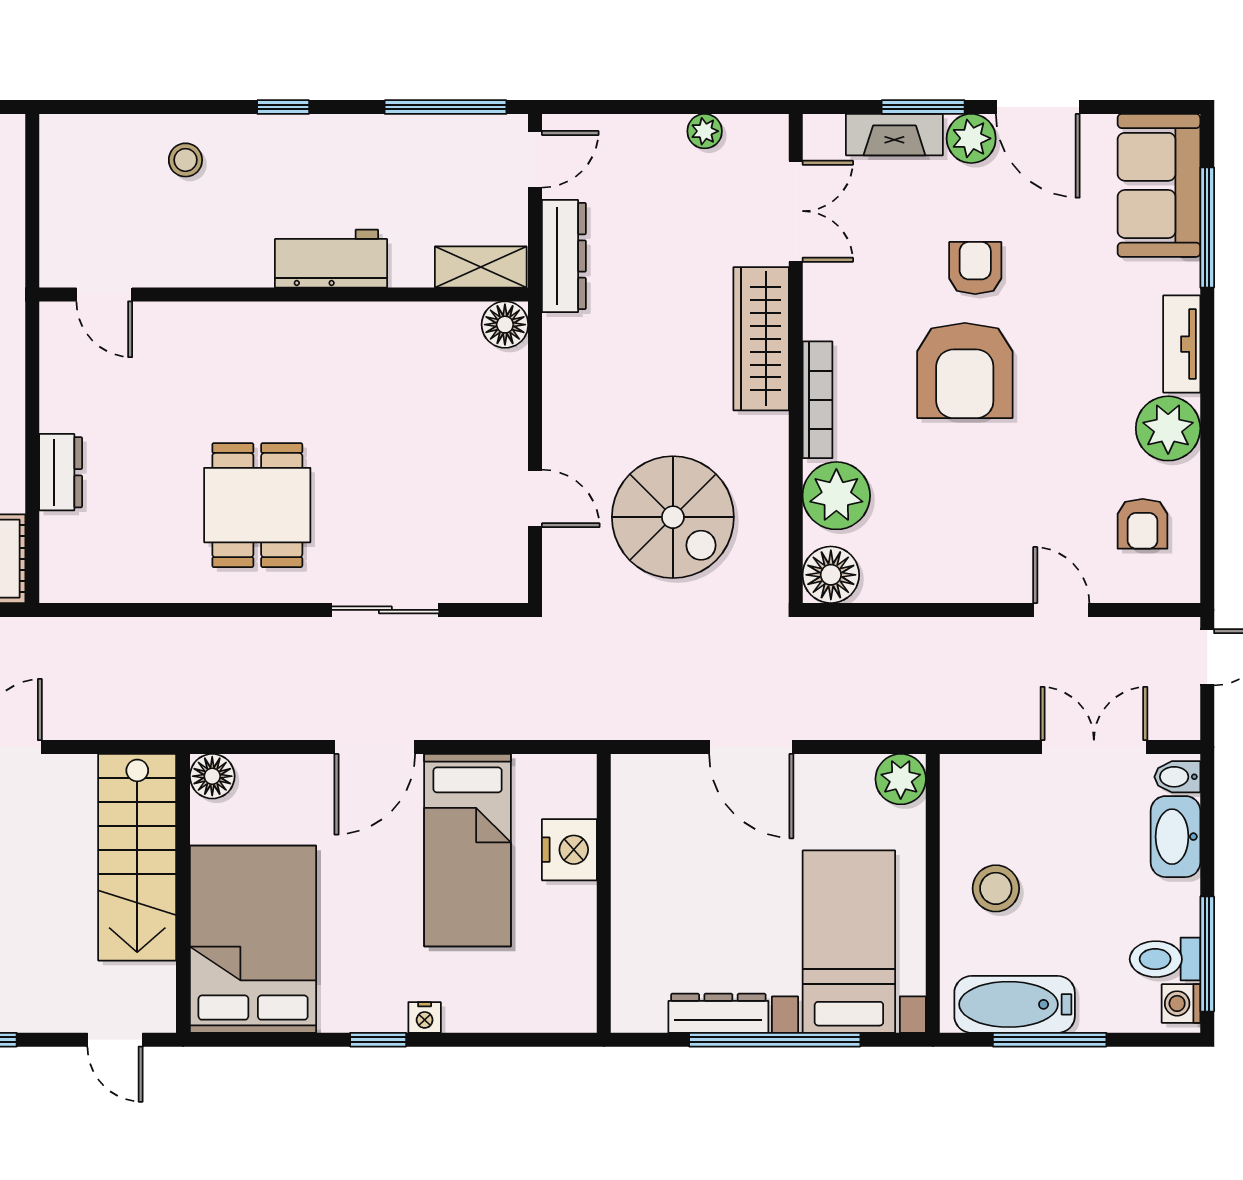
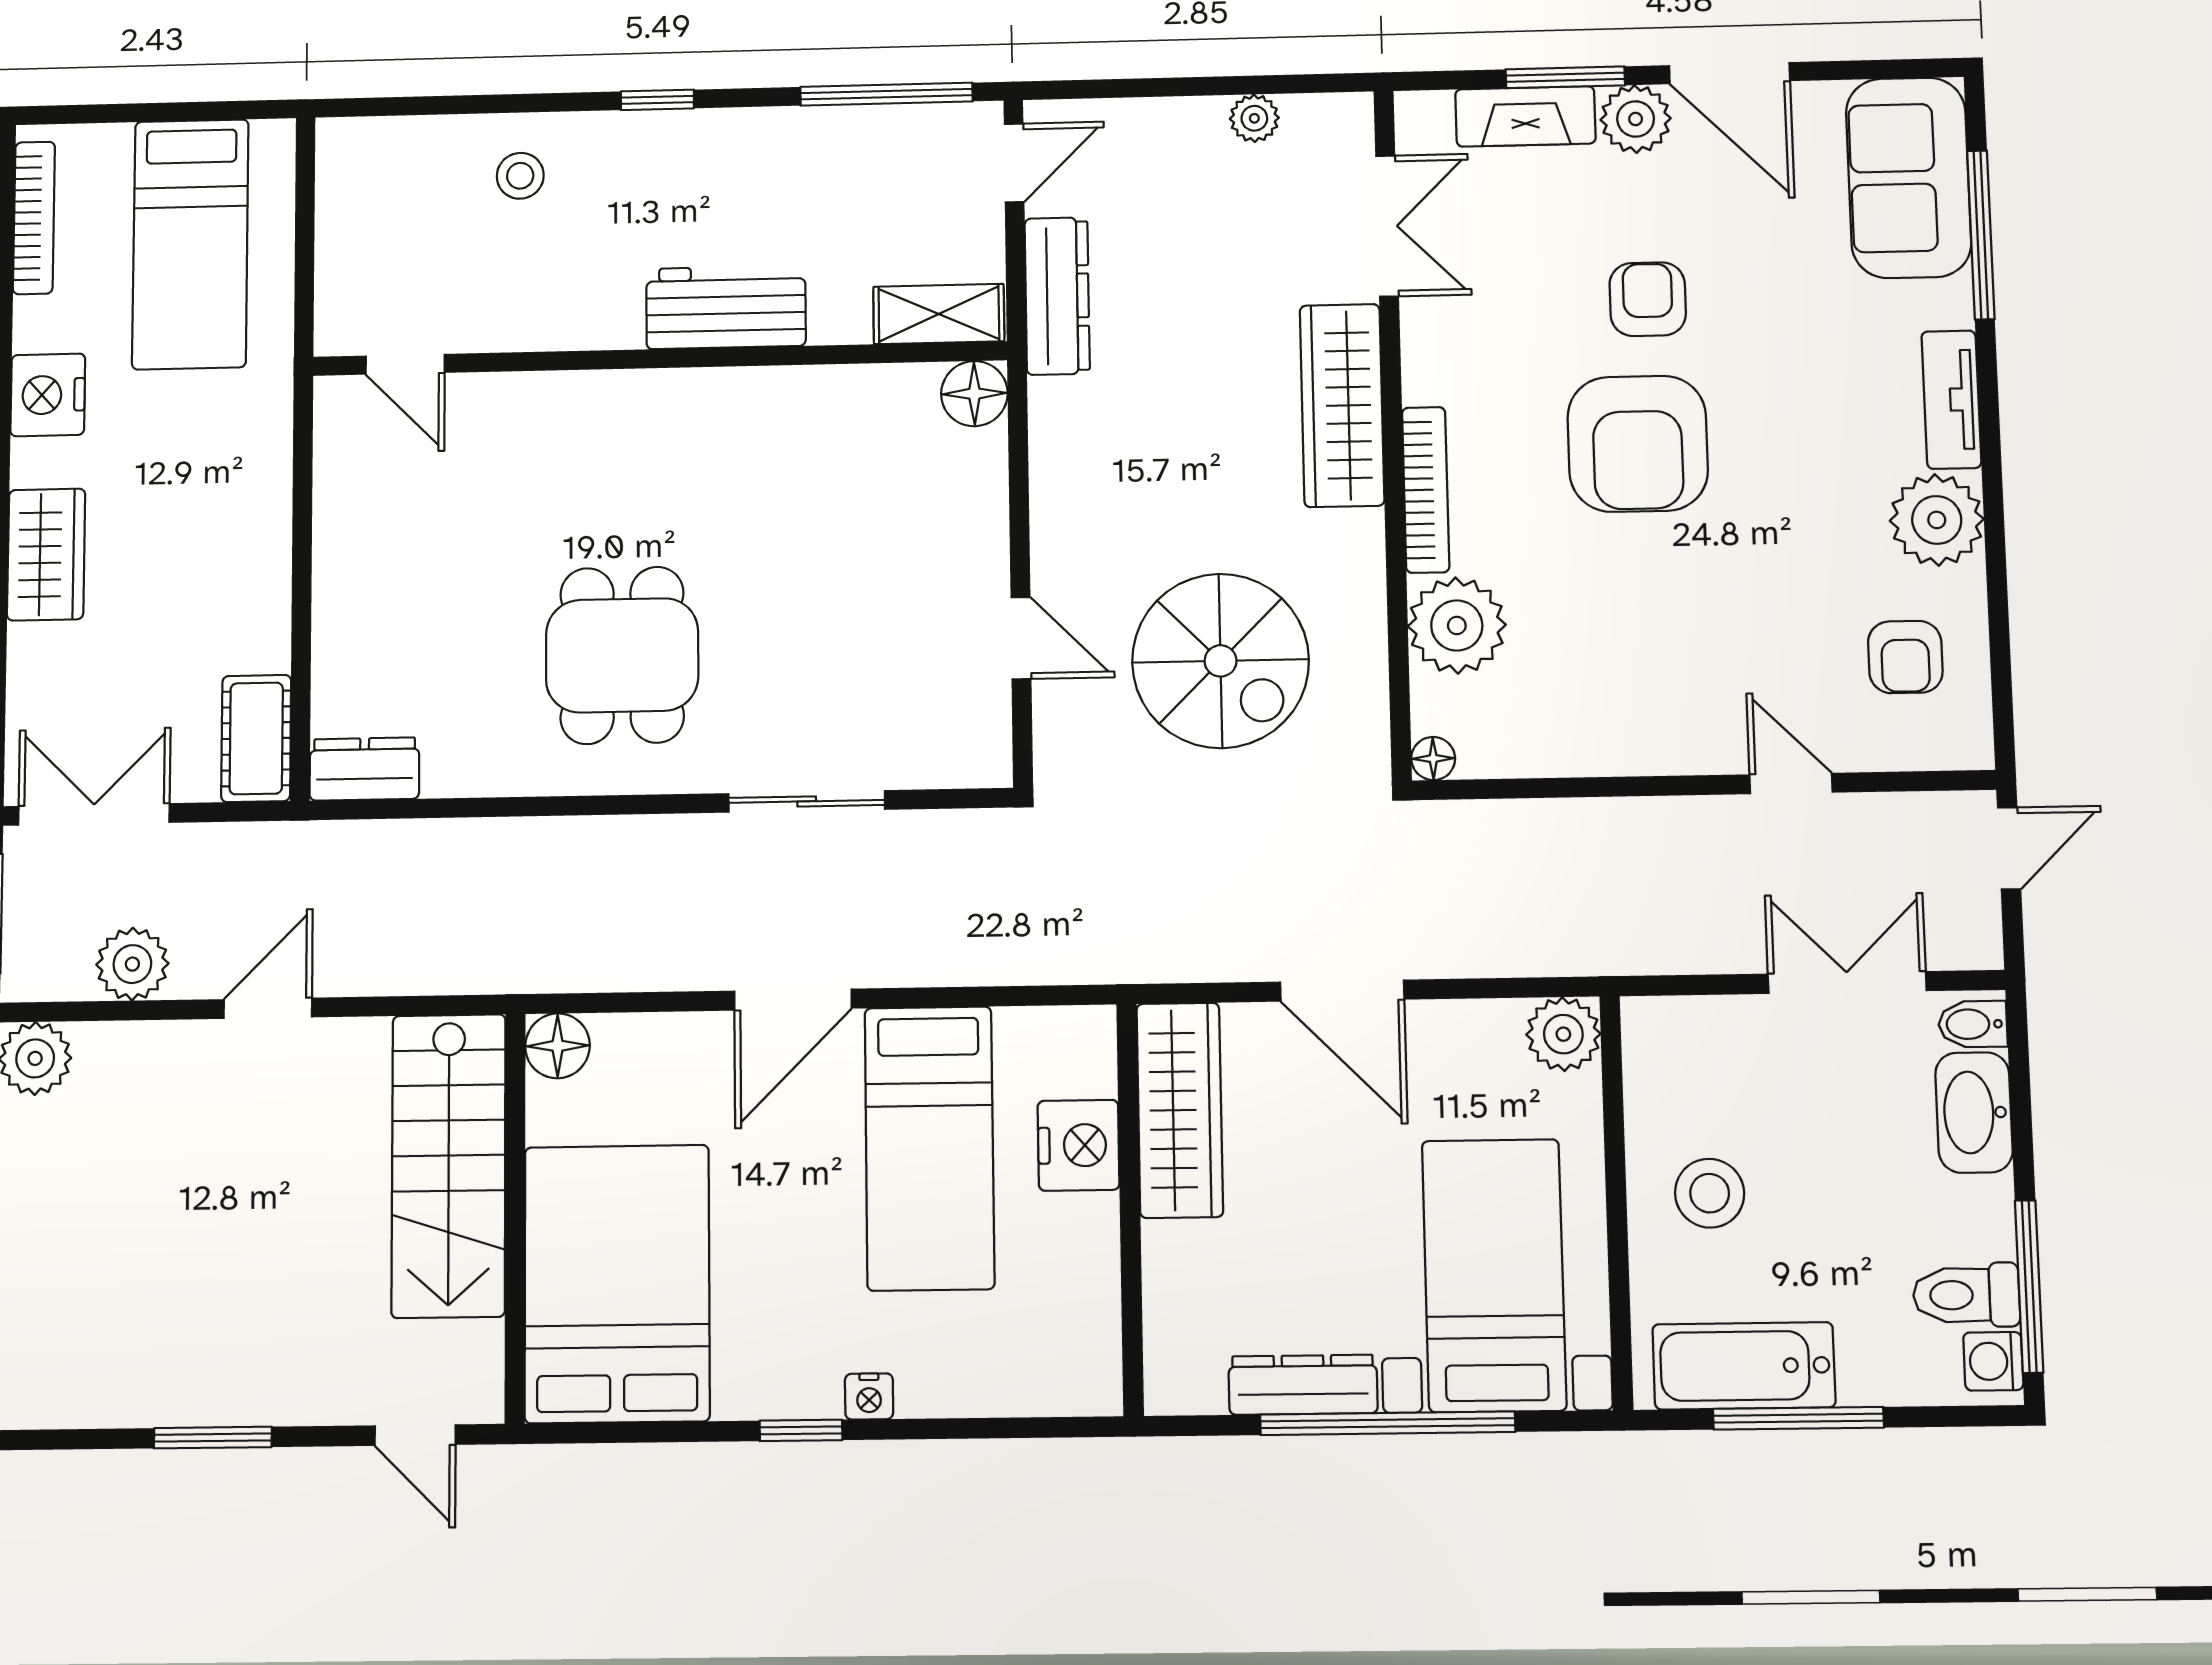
dresser: (61, 472) -> (364, 769), moved, turned -90
floor lamp: (831, 575) -> (1433, 759), width x0.53, depth x0.53
wardrobe: (639, 827) -> (1180, 1110), added

